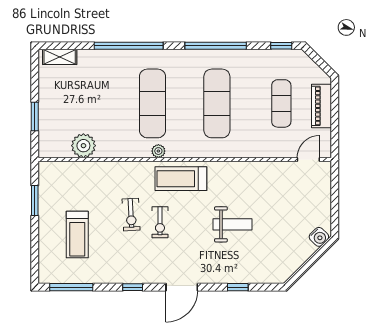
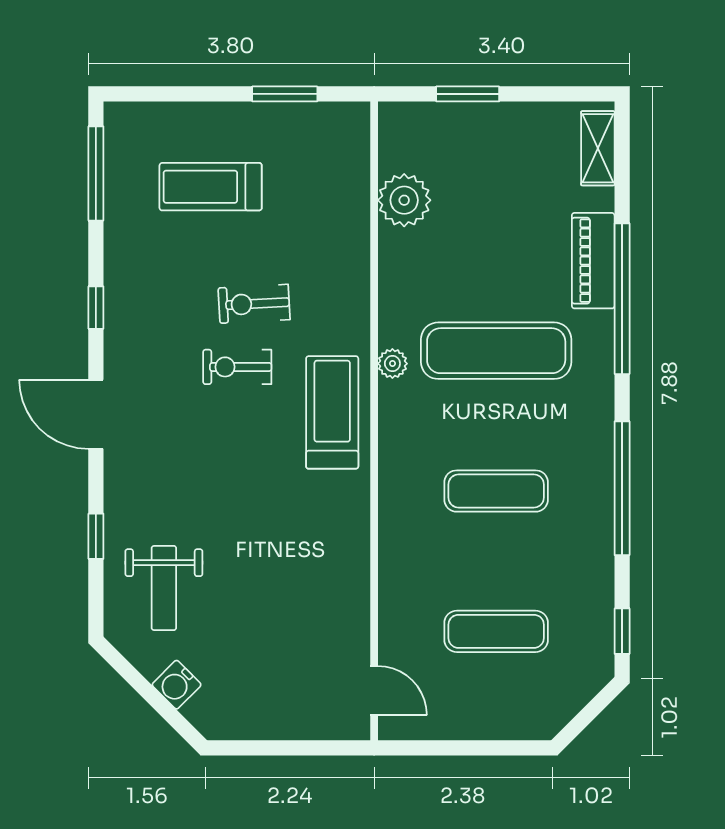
exercise mat: (217, 103) -> (496, 491), width x0.73, depth x0.69
piano: (321, 106) -> (593, 261), moved, turned -90
weight bench: (233, 224) -> (164, 588), moved
water cooler: (319, 237) -> (177, 685), moved

